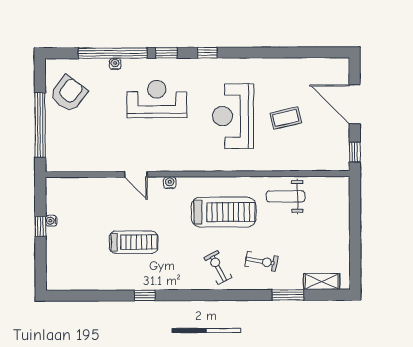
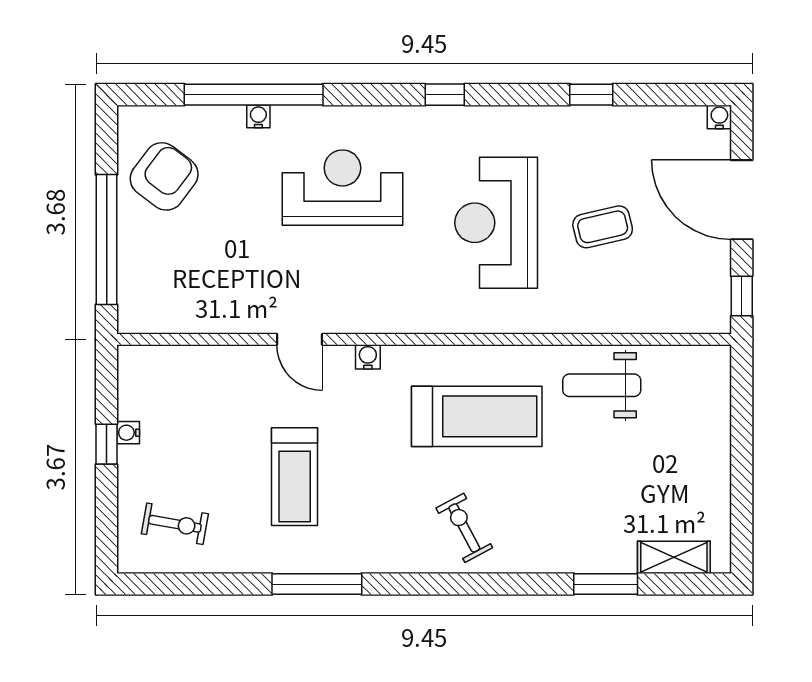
window: (166, 53) -> (591, 95), moved
water cooler: (343, 63) -> (719, 117), added
treadmill: (134, 242) -> (295, 477), turned 90
exercise bike: (261, 261) -> (175, 524), moved
window: (145, 295) -> (317, 584), width x2.17

